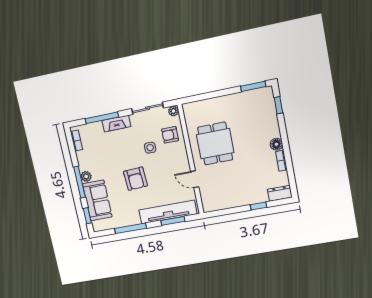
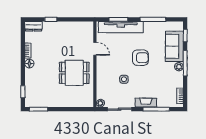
armchair: (170, 135) -> (107, 86), removed
dining table: (215, 144) -> (74, 73), turned 90
armchair: (135, 179) -> (140, 58), turned 93

